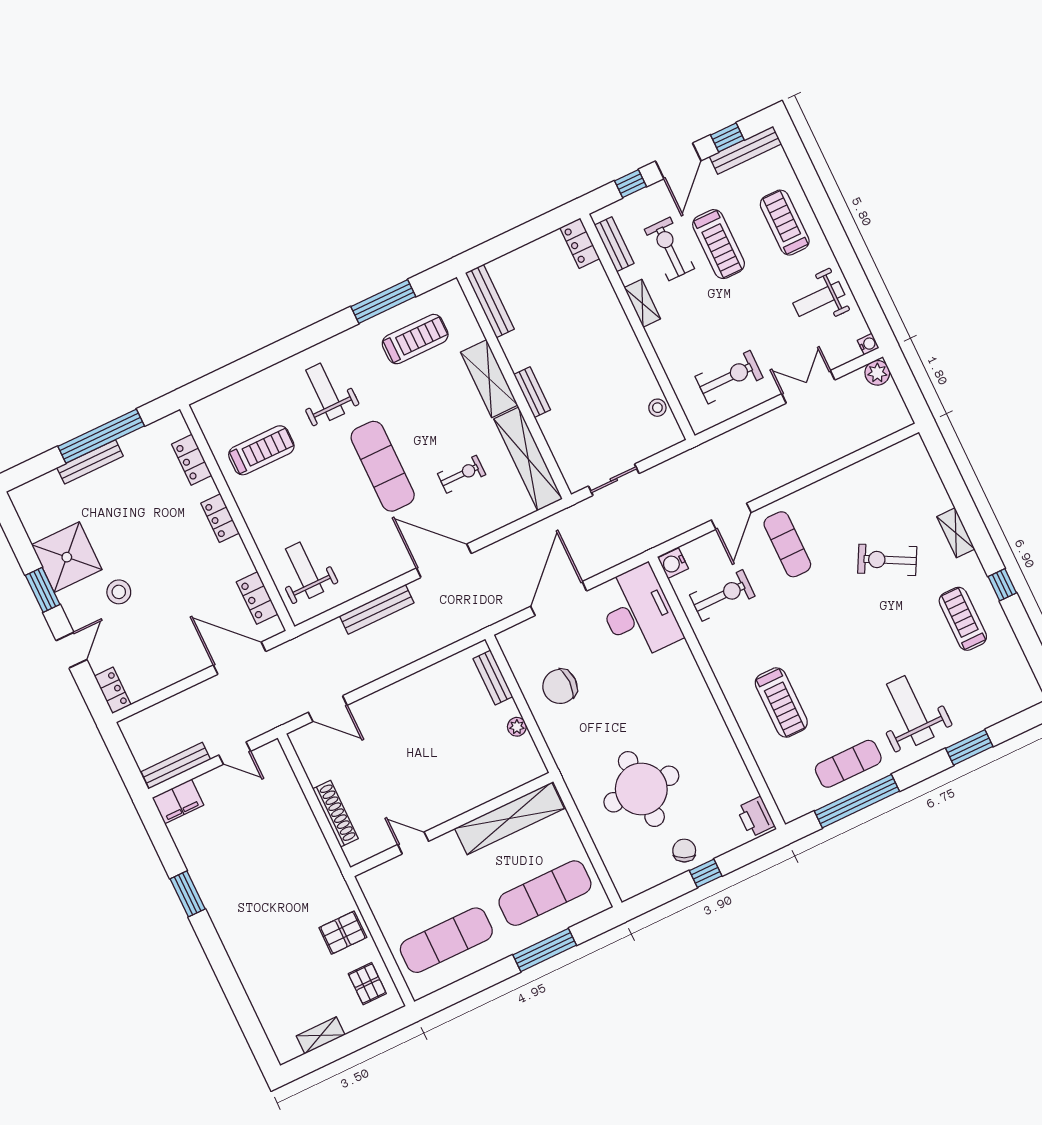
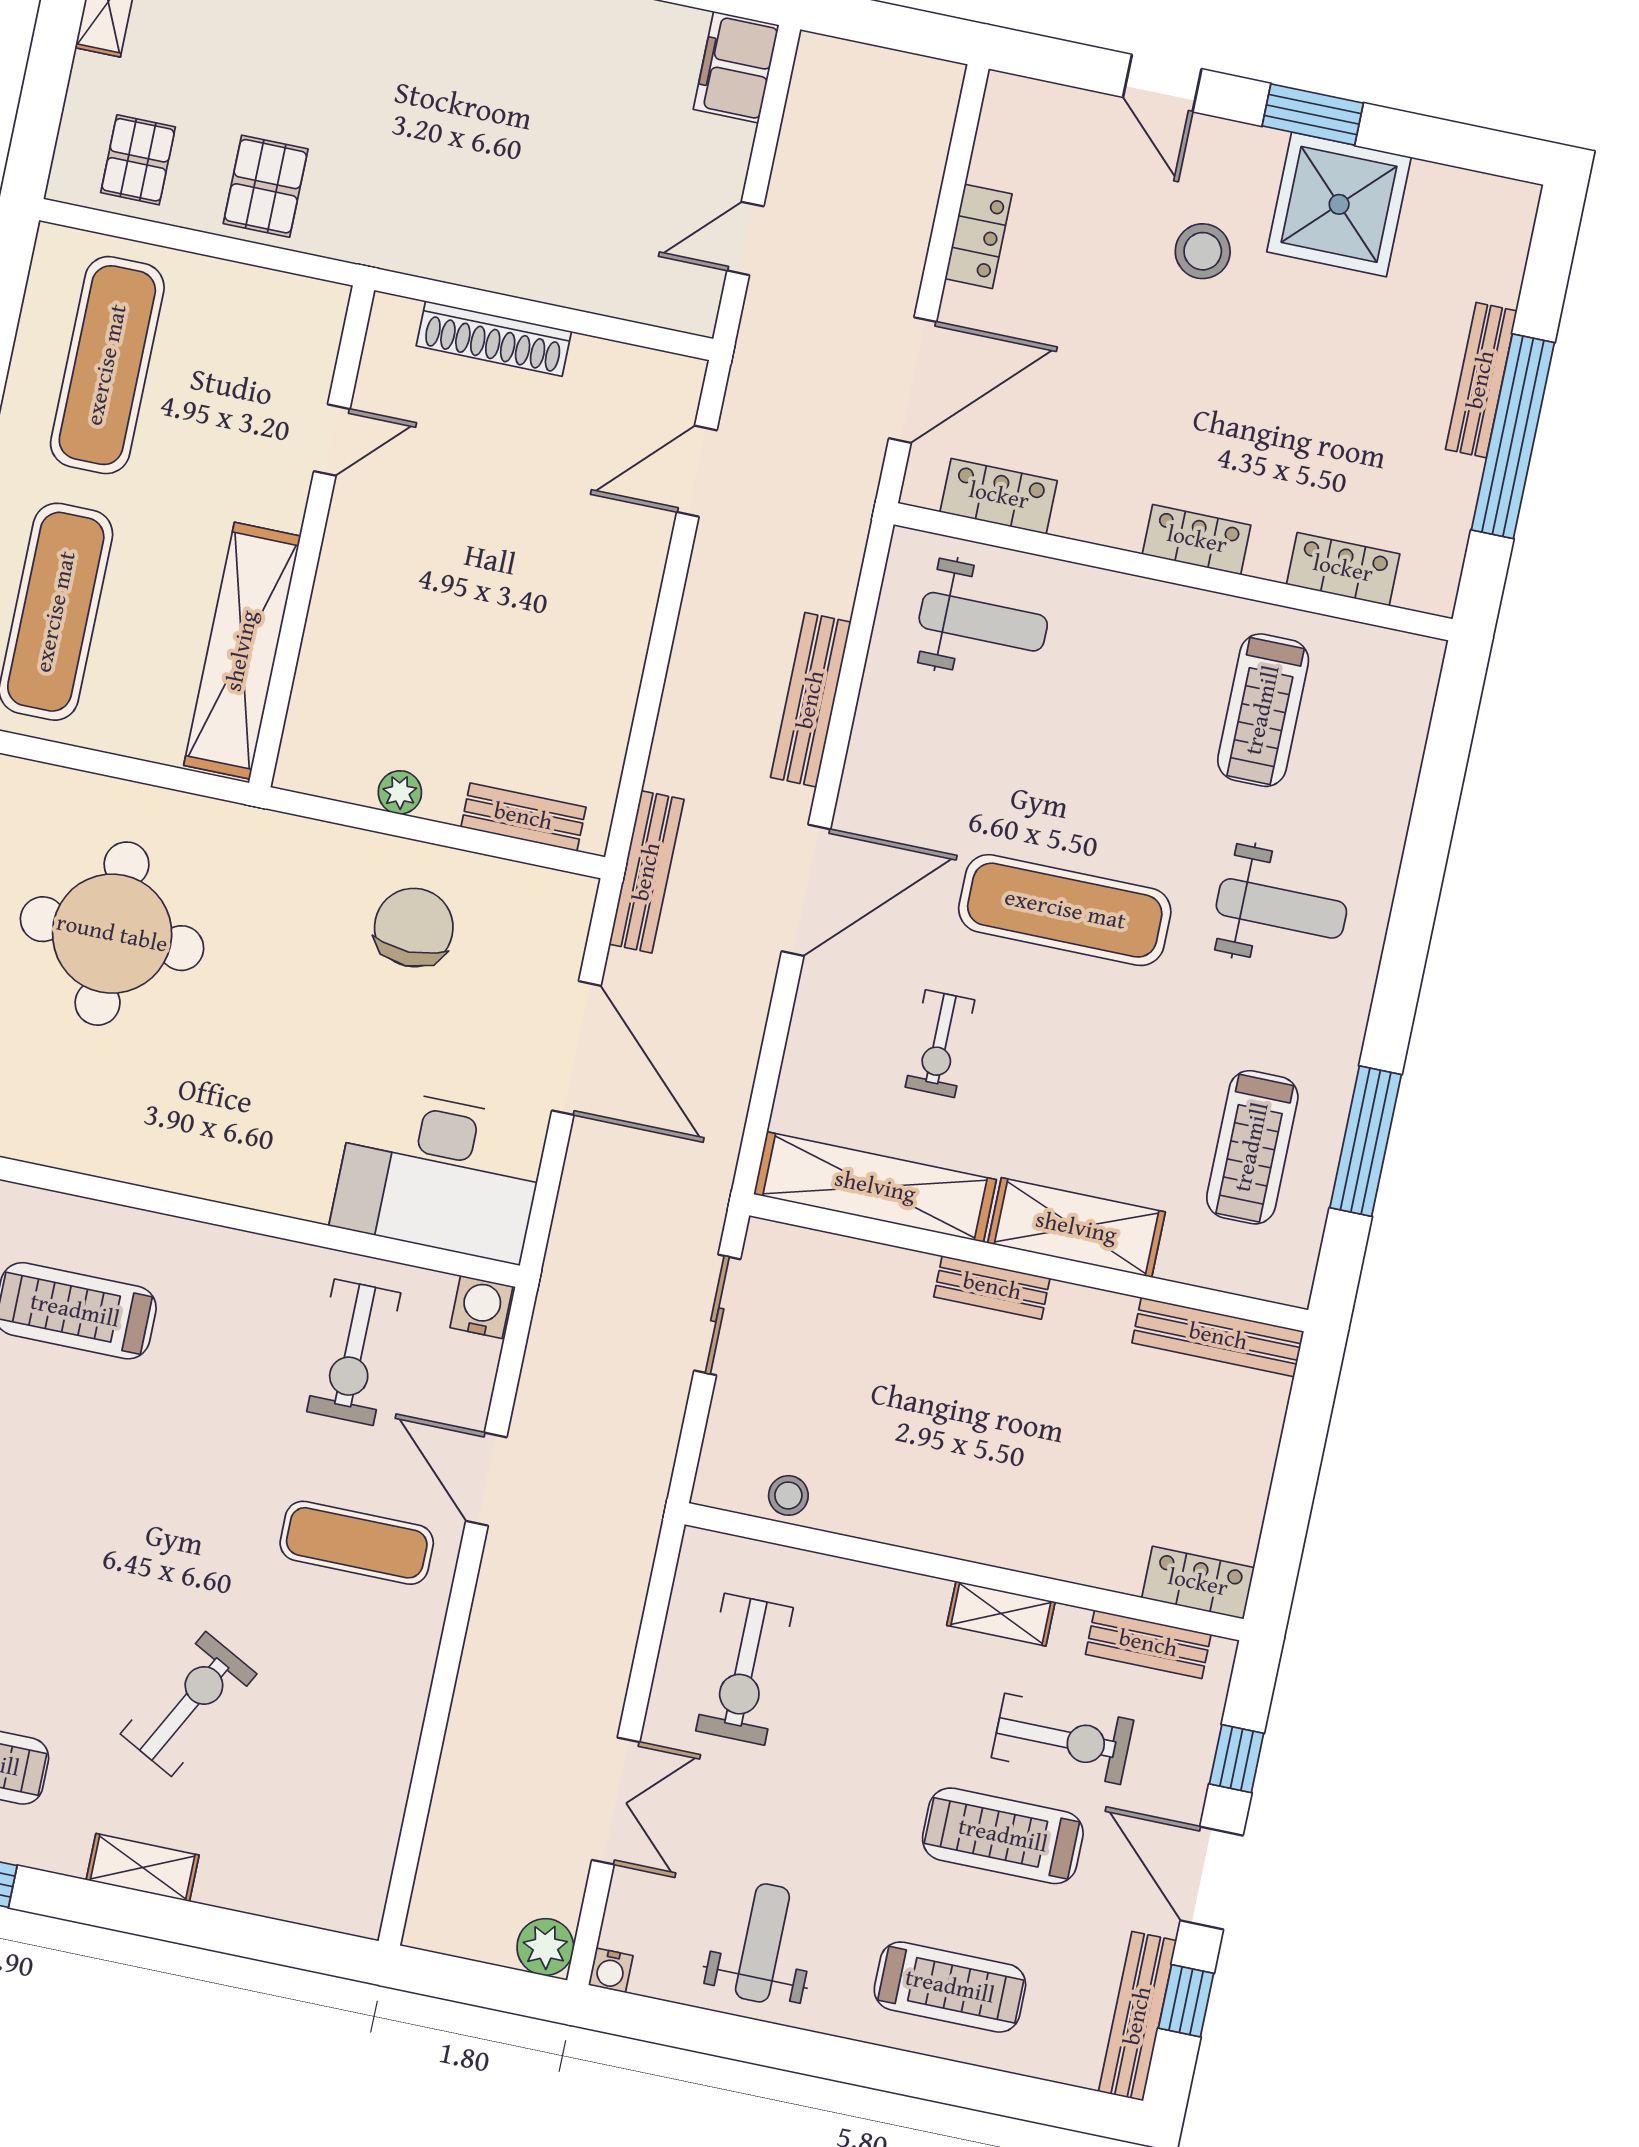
locker: (113, 690) -> (978, 236), moved, turned -90
bench: (176, 765) -> (647, 872), moved
pallet: (367, 984) -> (138, 160), turned 90

